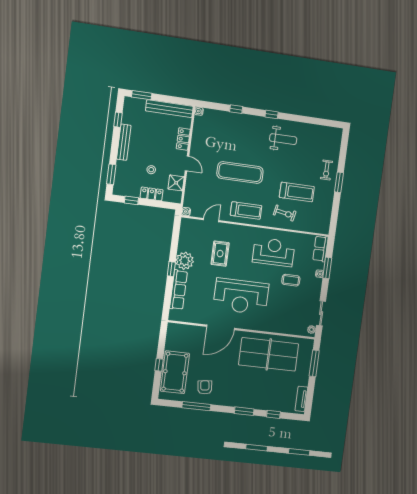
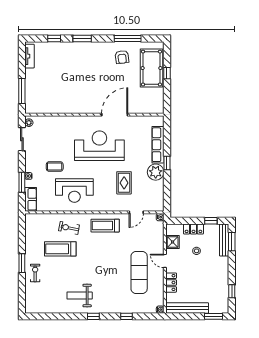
bench: (124, 142) -> (224, 240), moved
exercise mat: (240, 173) -> (139, 272), moved, turned 90
table tennis table: (269, 354) -> (66, 95), removed

